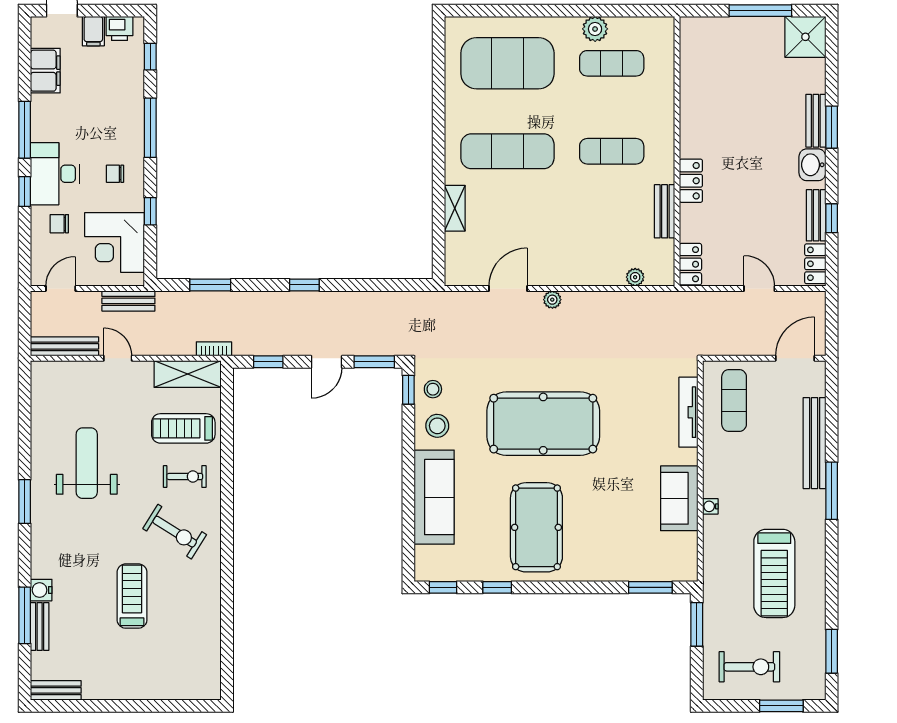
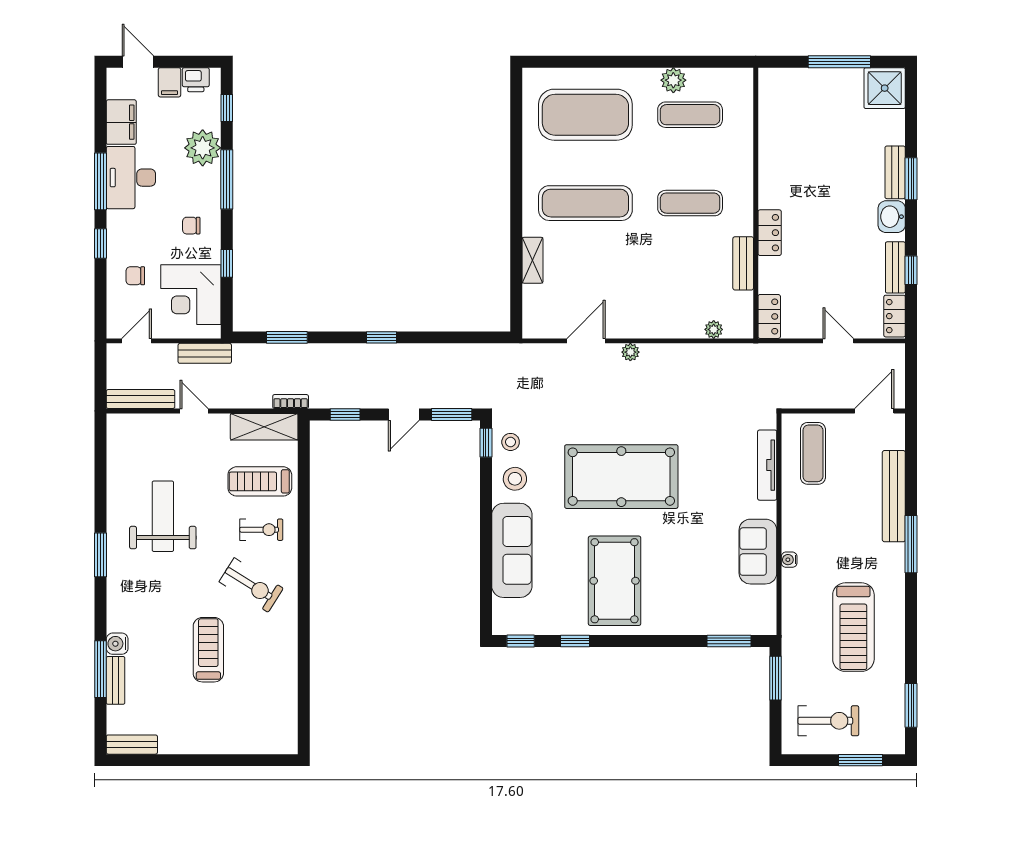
plant: (126, 96) -> (203, 148), added
desk: (55, 174) -> (131, 178), moved

